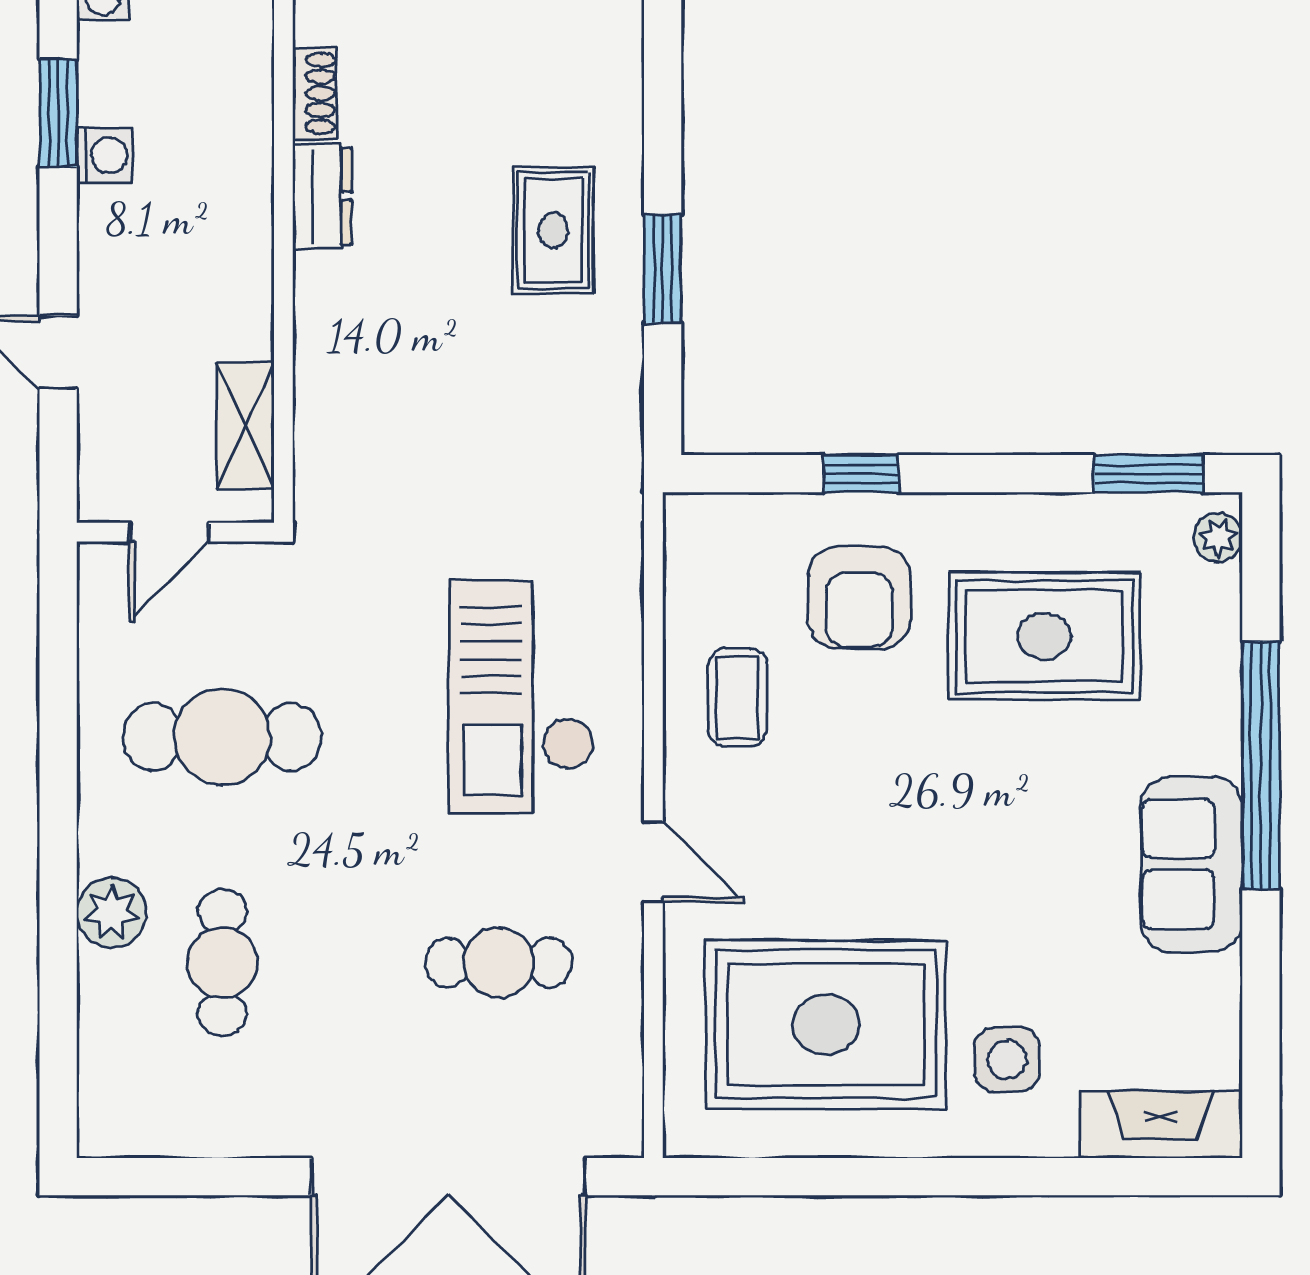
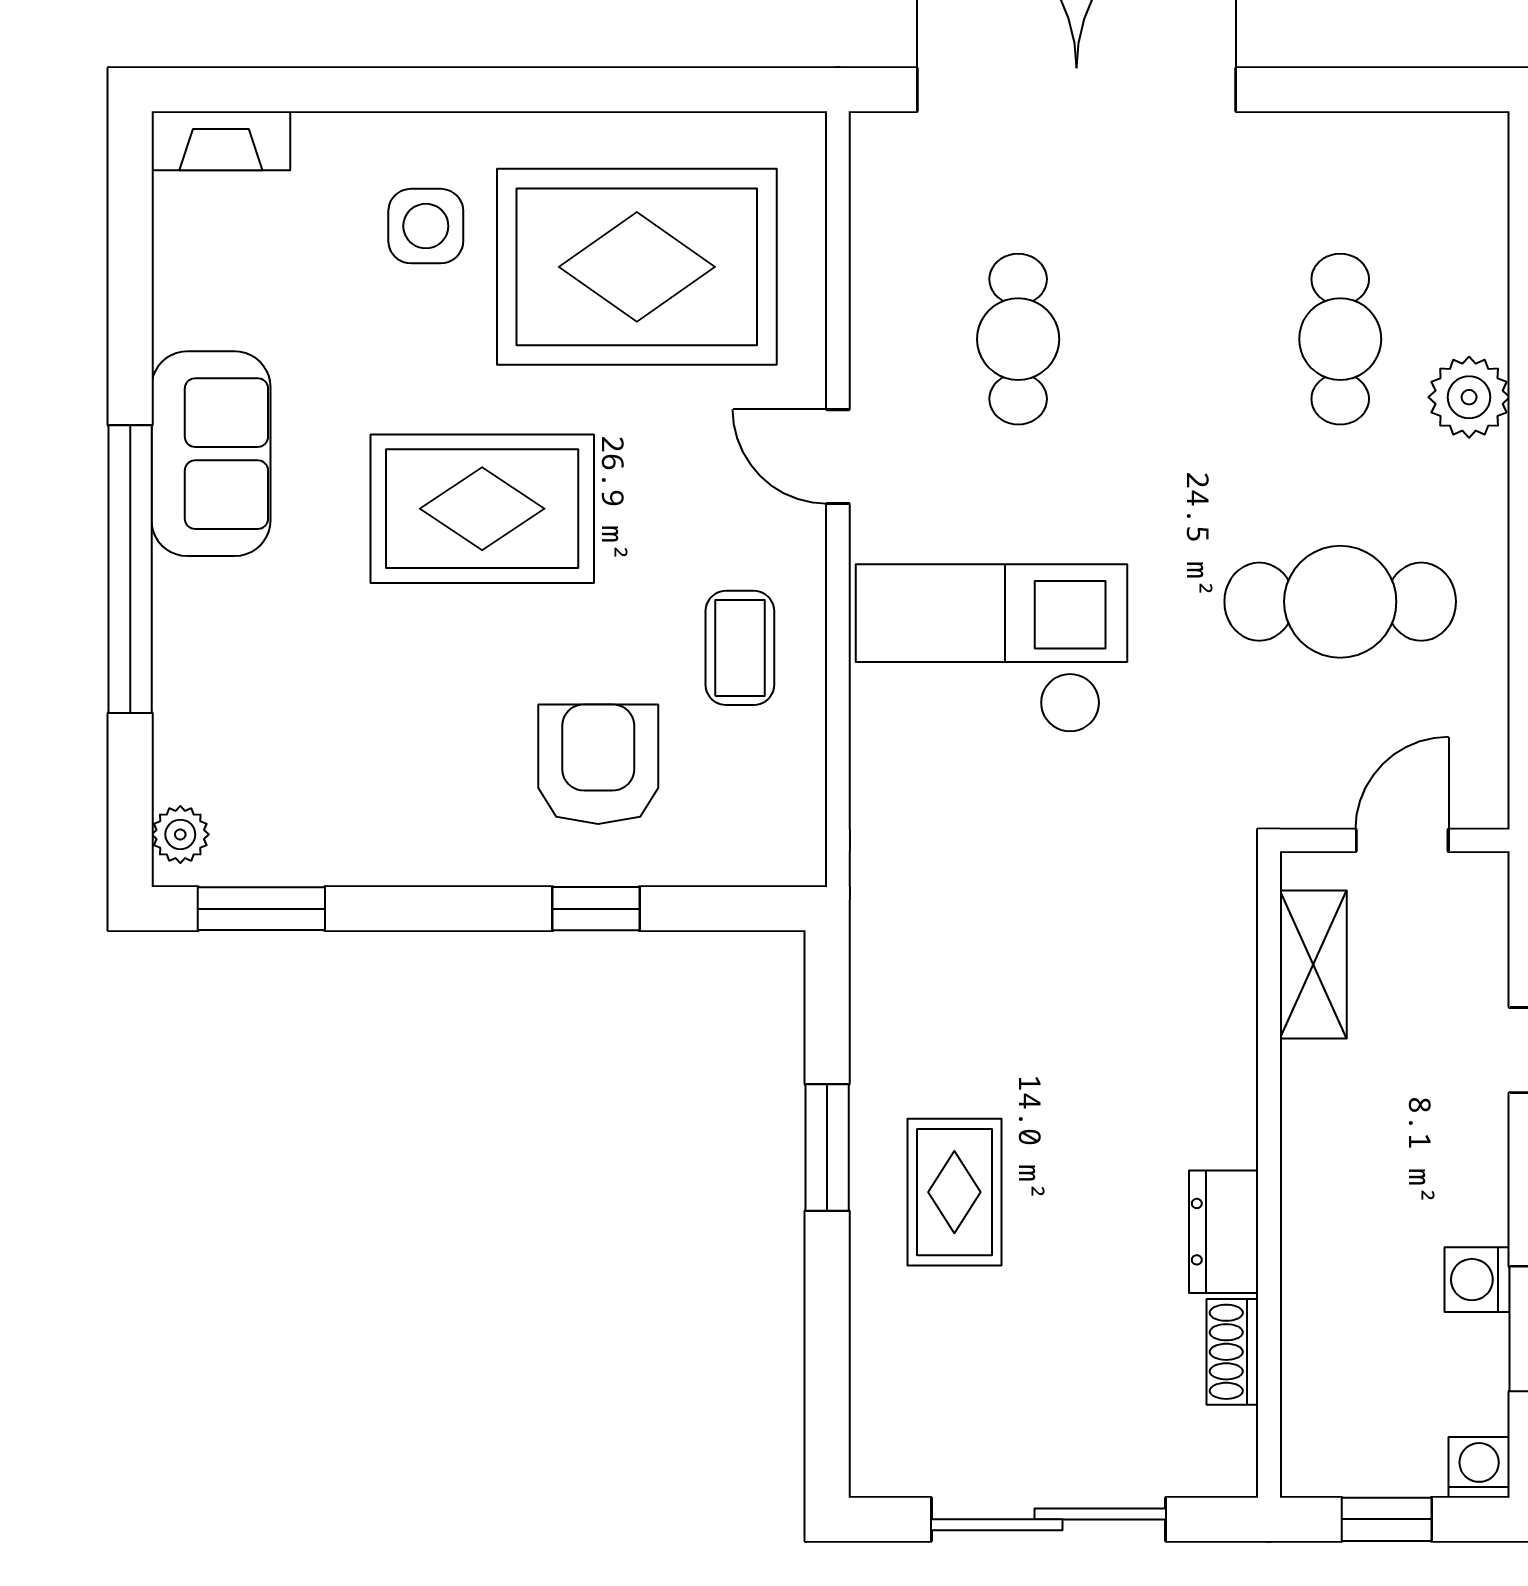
rug: (1044, 636) -> (482, 509), moved
checkout: (522, 697) -> (991, 649), turned -90
cafe table: (499, 963) -> (1018, 339), turned 90
fireplace: (1161, 1125) -> (221, 141), width x0.73, depth x0.76

